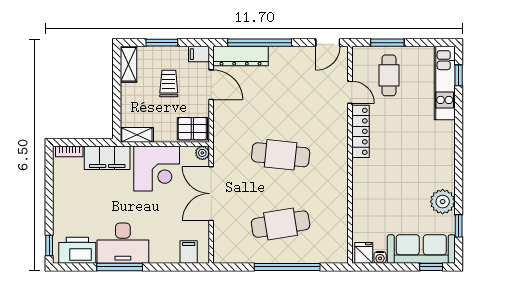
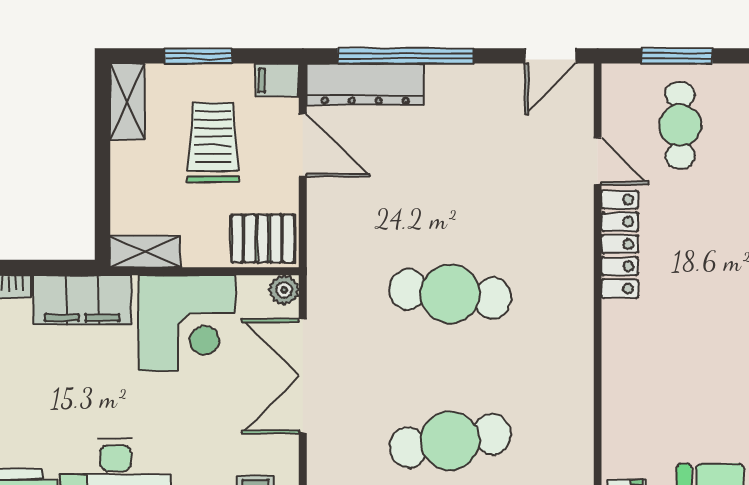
trolley: (169, 83) -> (213, 143), width x1.36, depth x1.39

